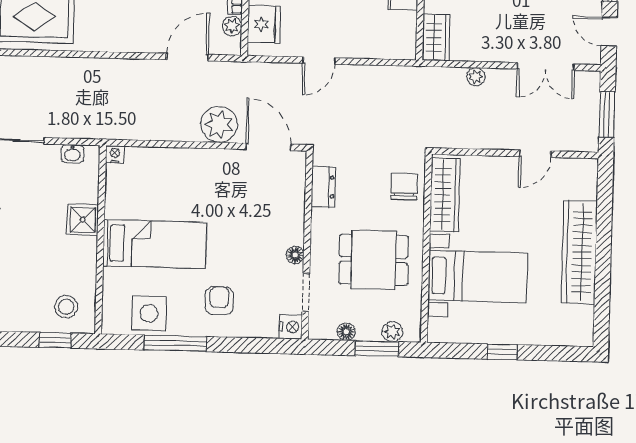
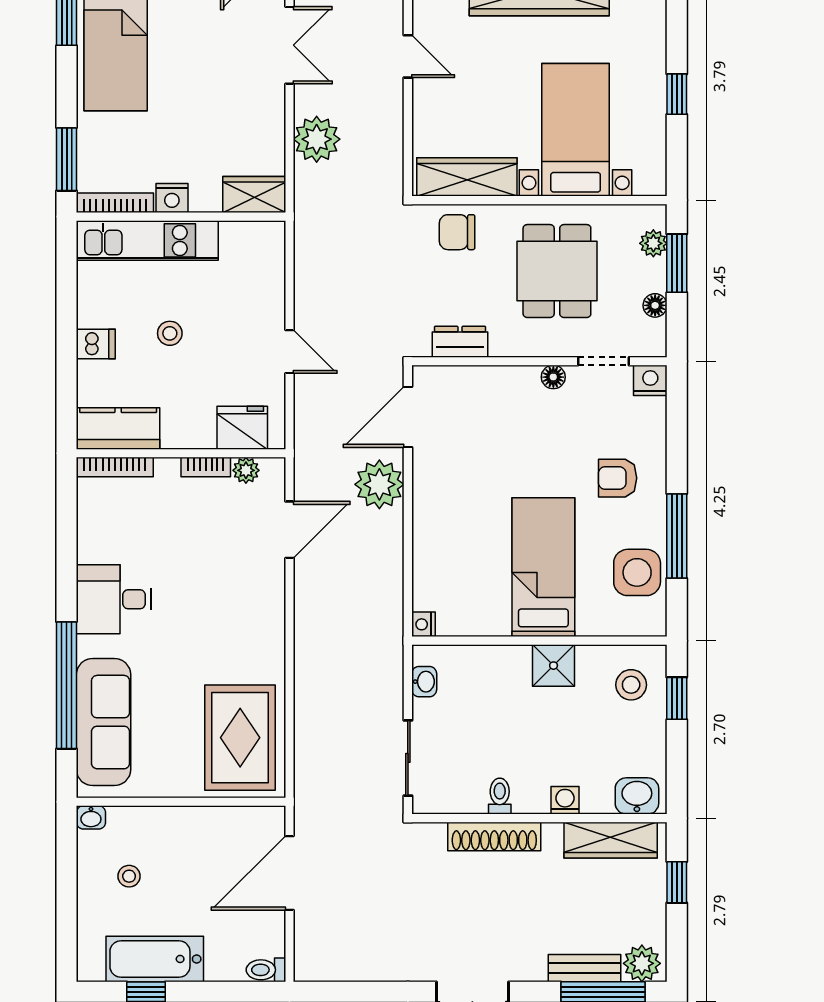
door: (187, 57) -> (289, 530), swing flipped
plant: (476, 77) -> (317, 139), width x1.88, depth x1.88
shower: (83, 220) -> (554, 666), moved

